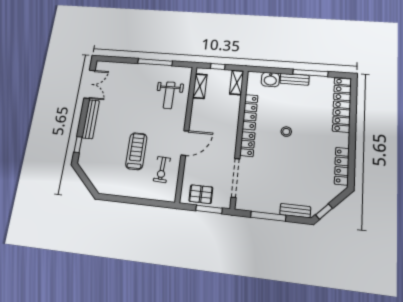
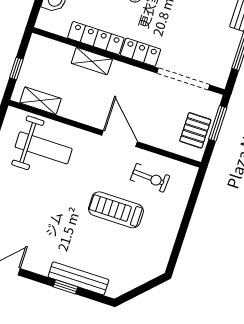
shelving: (237, 82) -> (92, 61), moved
weight bench: (169, 95) -> (44, 148), width x1.36, depth x1.33
bench: (91, 119) -> (78, 278), moved
window: (78, 145) -> (65, 287), moved

